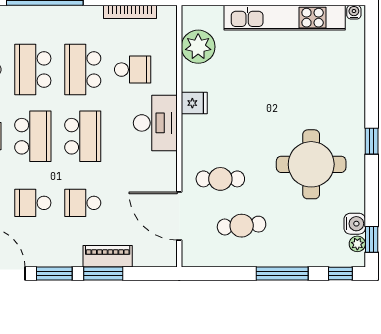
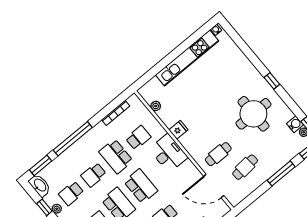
plant: (198, 47) -> (156, 106), width x0.53, depth x0.53
school desk: (33, 70) -> (94, 175), width x0.54

